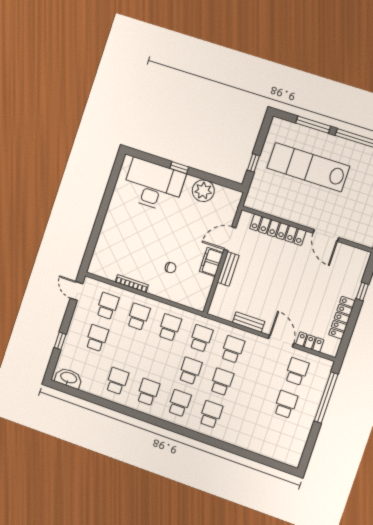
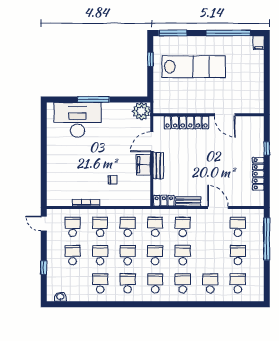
window: (313, 125) -> (173, 33), moved
window: (253, 163) -> (150, 59), moved
lab bench: (308, 167) -> (194, 67), turned 180
window: (179, 168) -> (93, 99), width x2.17
plant: (203, 191) -> (141, 111), moved
locker: (310, 342) -> (164, 201), moved
school desk: (128, 349) -> (100, 255), added
school desk: (159, 360) -> (128, 255), added
washbasin: (69, 378) -> (60, 297), width x0.52, depth x0.69
school desk: (243, 426) -> (210, 283), added
school desk: (275, 437) -> (238, 283), added

